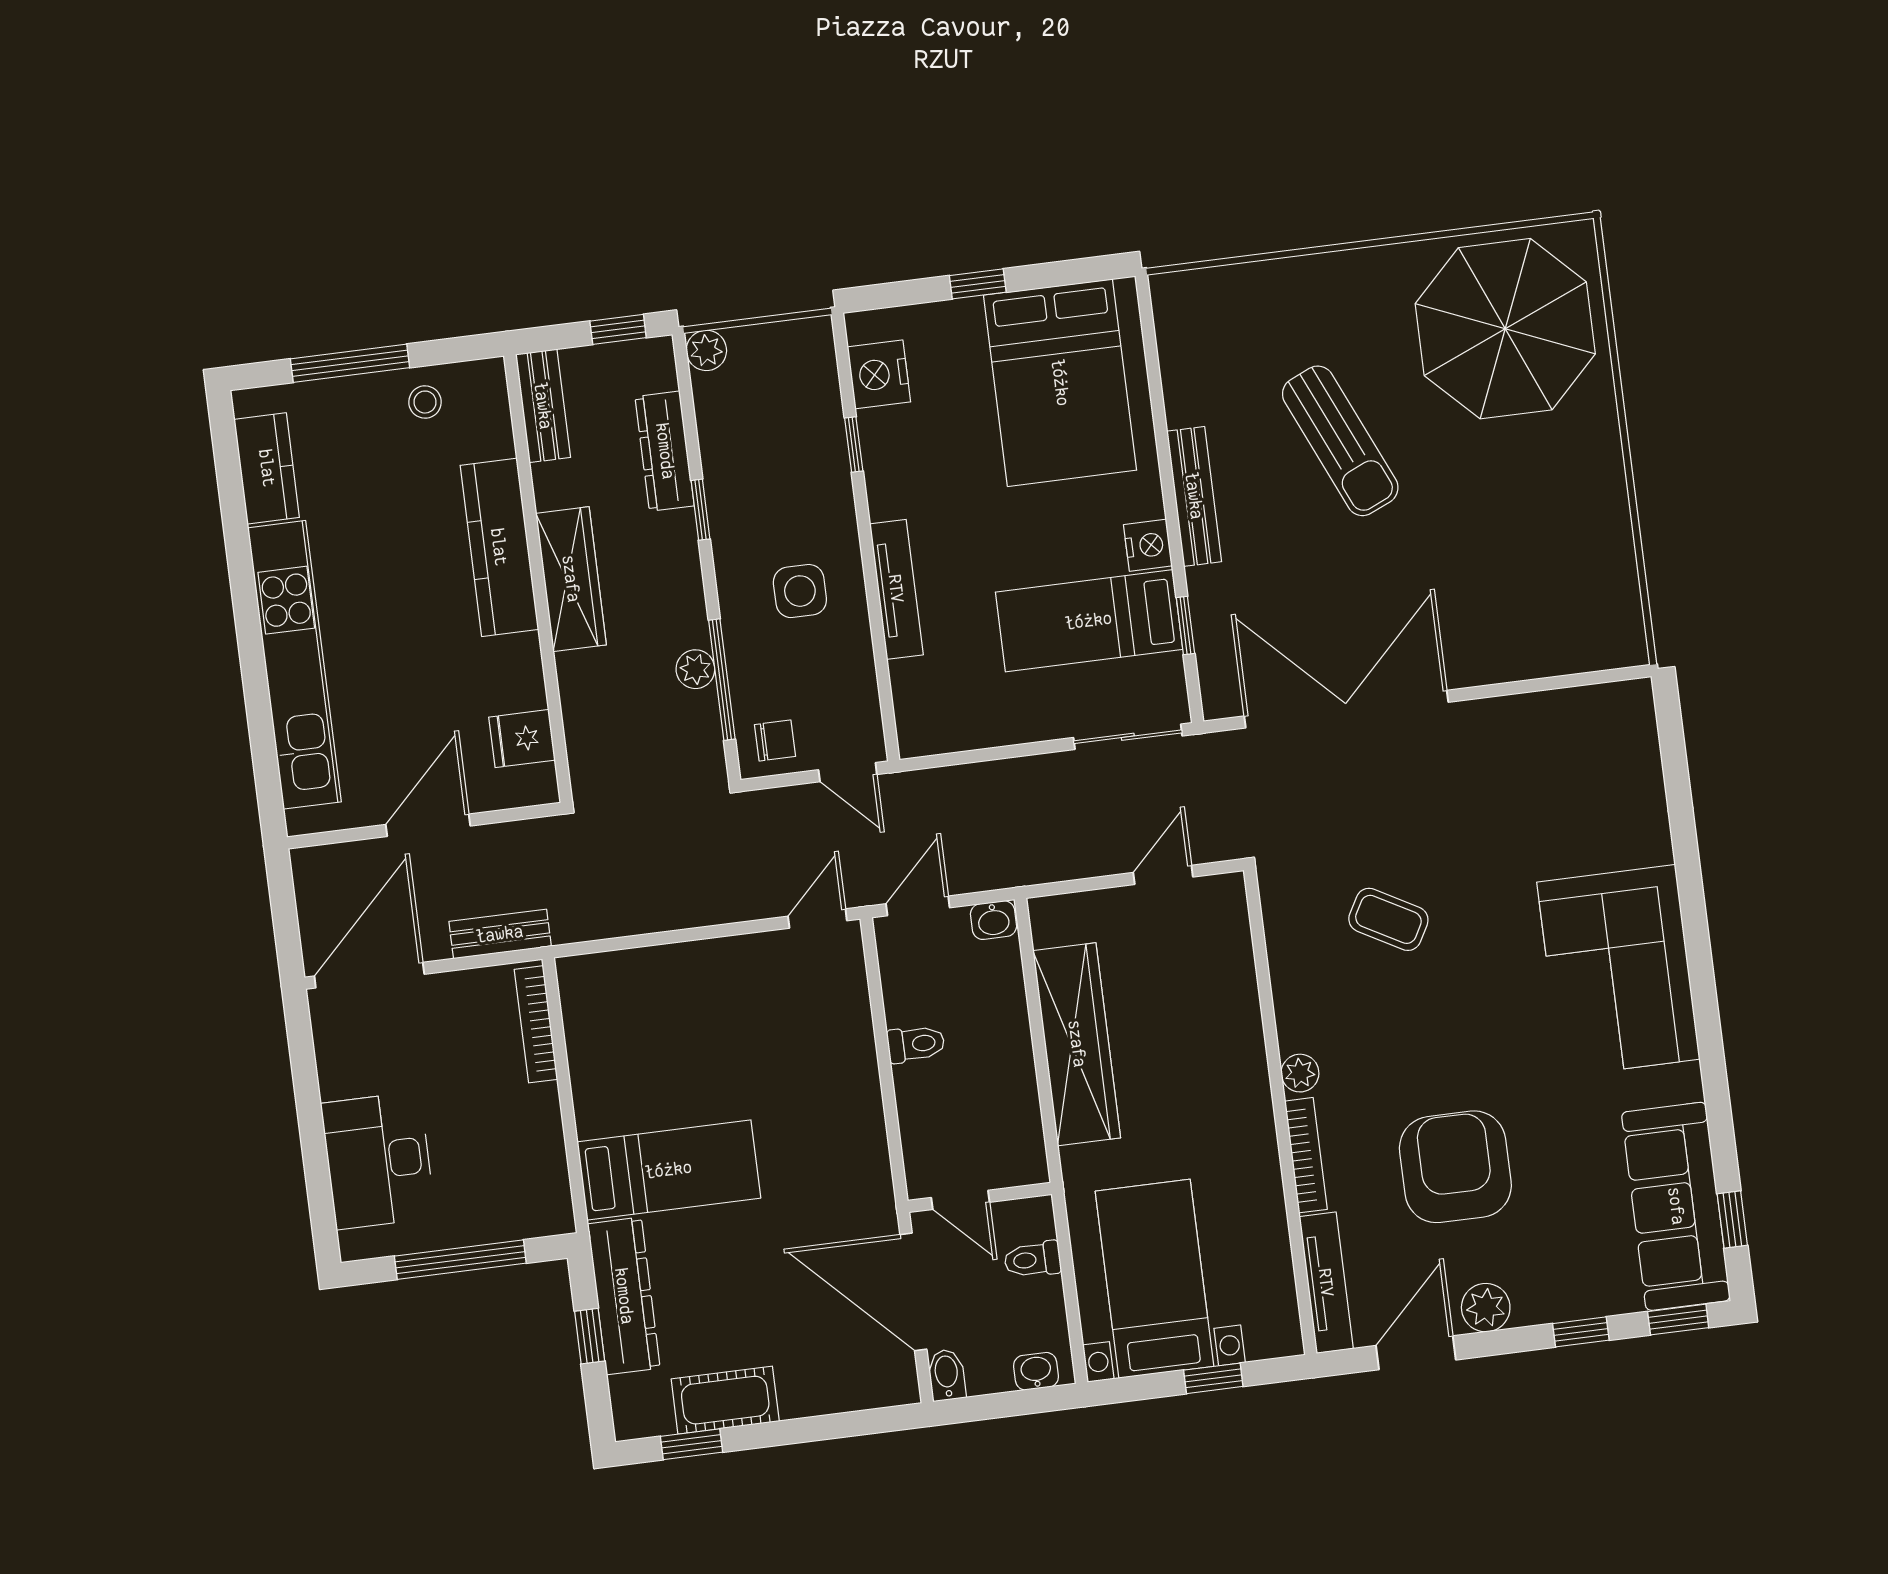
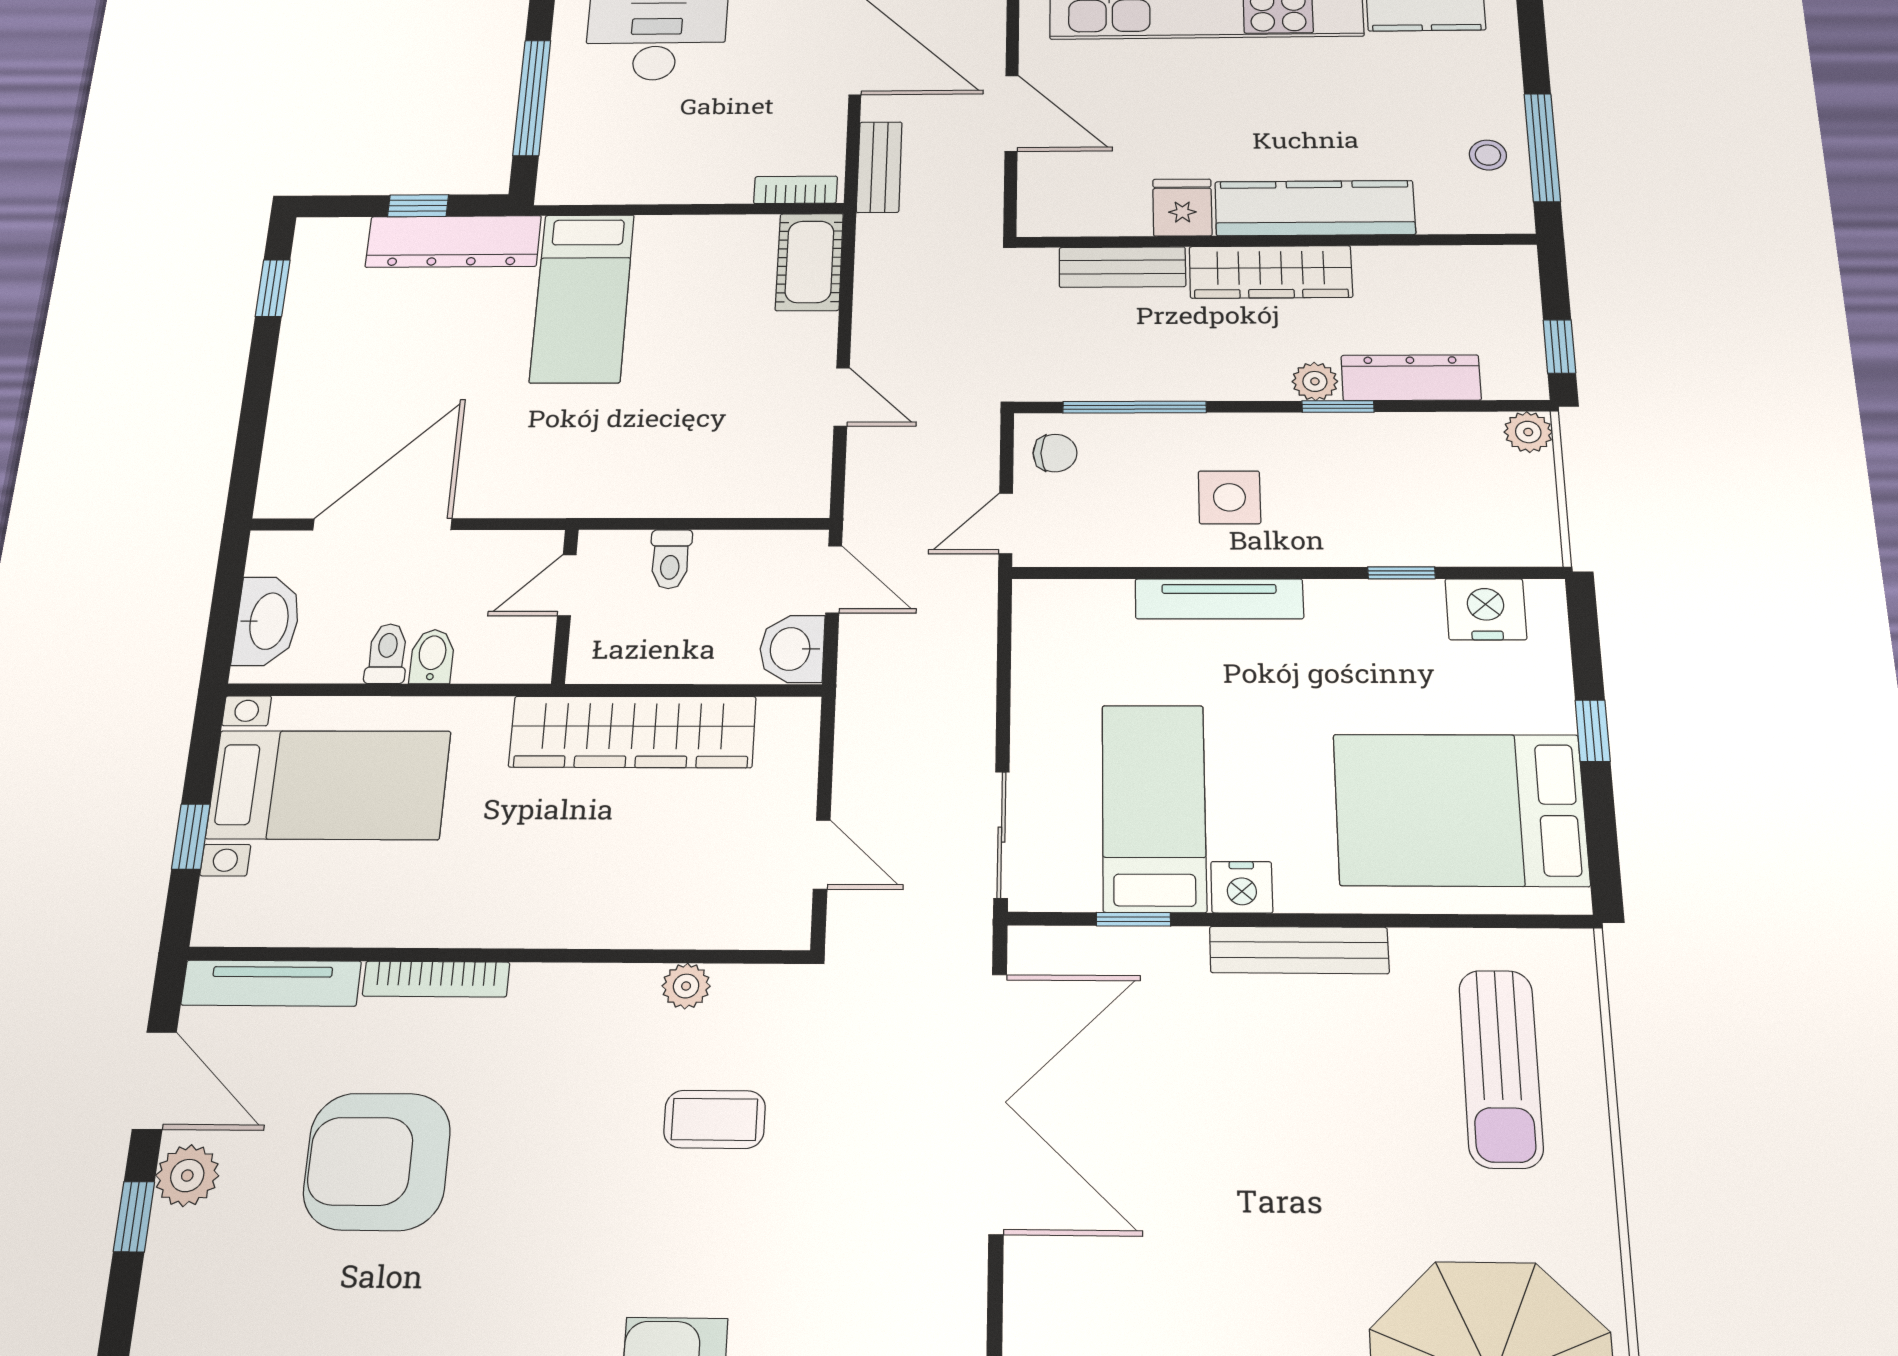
window: (350, 363) -> (1542, 147), moved
bench: (543, 406) -> (1122, 267), moved
sun lounger: (1340, 441) -> (1501, 1068), moved, turned -66
plant: (695, 669) -> (1315, 381), moved
fridge: (522, 739) -> (1182, 208), moved
chair: (775, 741) -> (1055, 453), turned -90
door: (817, 919) -> (842, 397), moved
coffee table: (1388, 919) -> (715, 1119), turned 61
washbasin: (993, 920) -> (792, 649), width x1.38, depth x1.45
bookcase: (536, 1024) -> (796, 190), width x0.64
plant: (1300, 1073) -> (686, 986), moved
armchair: (1455, 1167) -> (377, 1161), turned 180
wall: (980, 1197) -> (565, 606), moved
door: (960, 1200) -> (567, 585), moved
window: (1581, 1332) -> (134, 1217), moved
washbasin: (1036, 1371) -> (267, 621), width x1.91, depth x1.45
bidet: (947, 1375) -> (432, 657), moved, turned -90
cot: (725, 1400) -> (809, 262), moved

